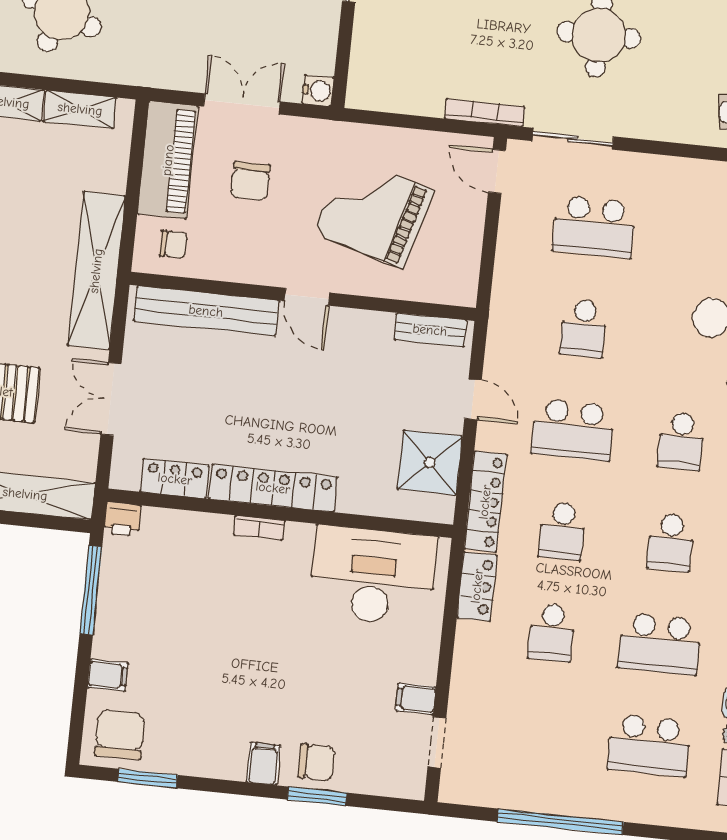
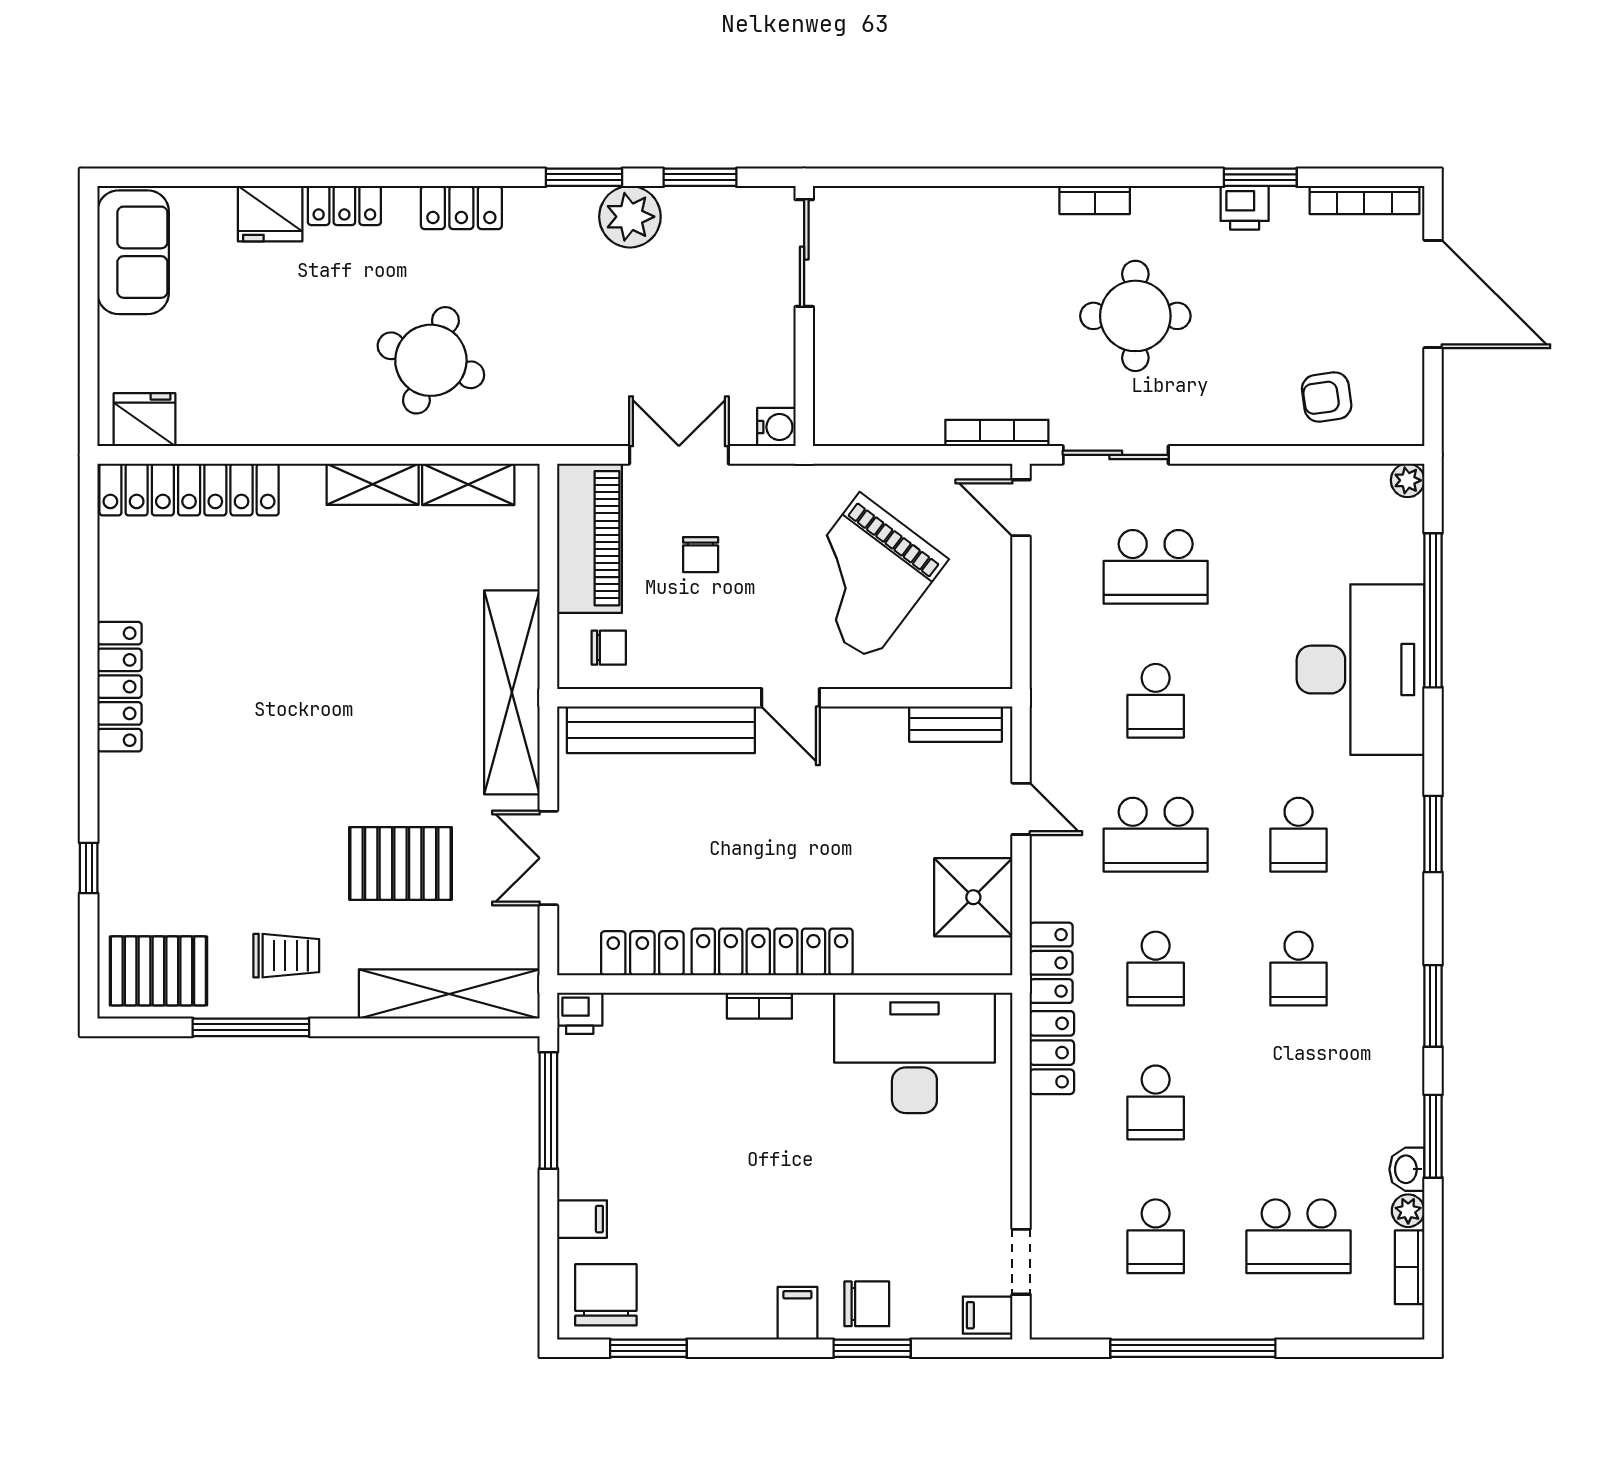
chair: (250, 181) -> (701, 555), width x0.73, depth x0.73
grand piano: (373, 211) -> (865, 577), turned -69
locker: (485, 502) -> (1051, 963), width x0.66
school desk: (660, 644) -> (1156, 1236), moved, width x0.54
filing cabinet: (416, 699) -> (988, 1315), moved

